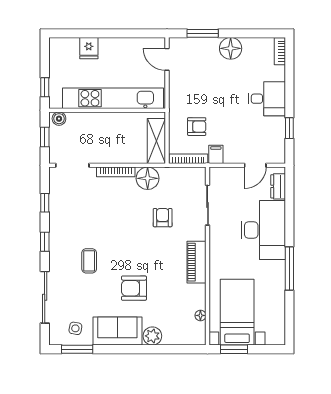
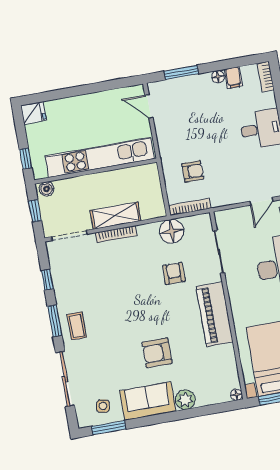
fridge: (89, 48) -> (34, 113), moved, turned -90
floor lamp: (231, 48) -> (218, 77), width x0.53, depth x0.53
shelving: (156, 141) -> (115, 216), moved, turned 90
filing cabinet: (216, 154) -> (233, 78), moved, turned 180
floor lamp: (148, 178) -> (172, 231), moved
window: (45, 242) -> (55, 321), width x1.50
coffee table: (89, 261) -> (77, 326), moved
piano: (197, 262) -> (215, 314), width x1.37, depth x1.33
floor lamp: (200, 315) -> (237, 395), moved

